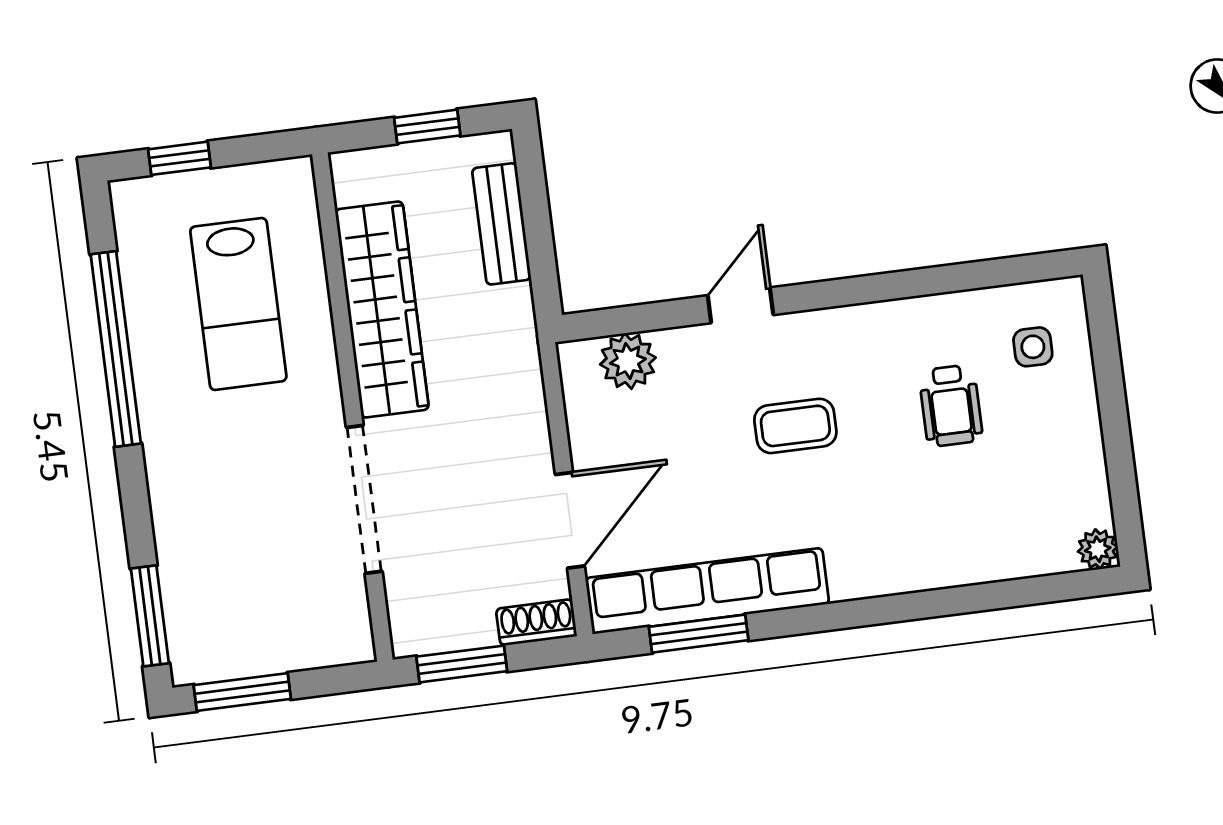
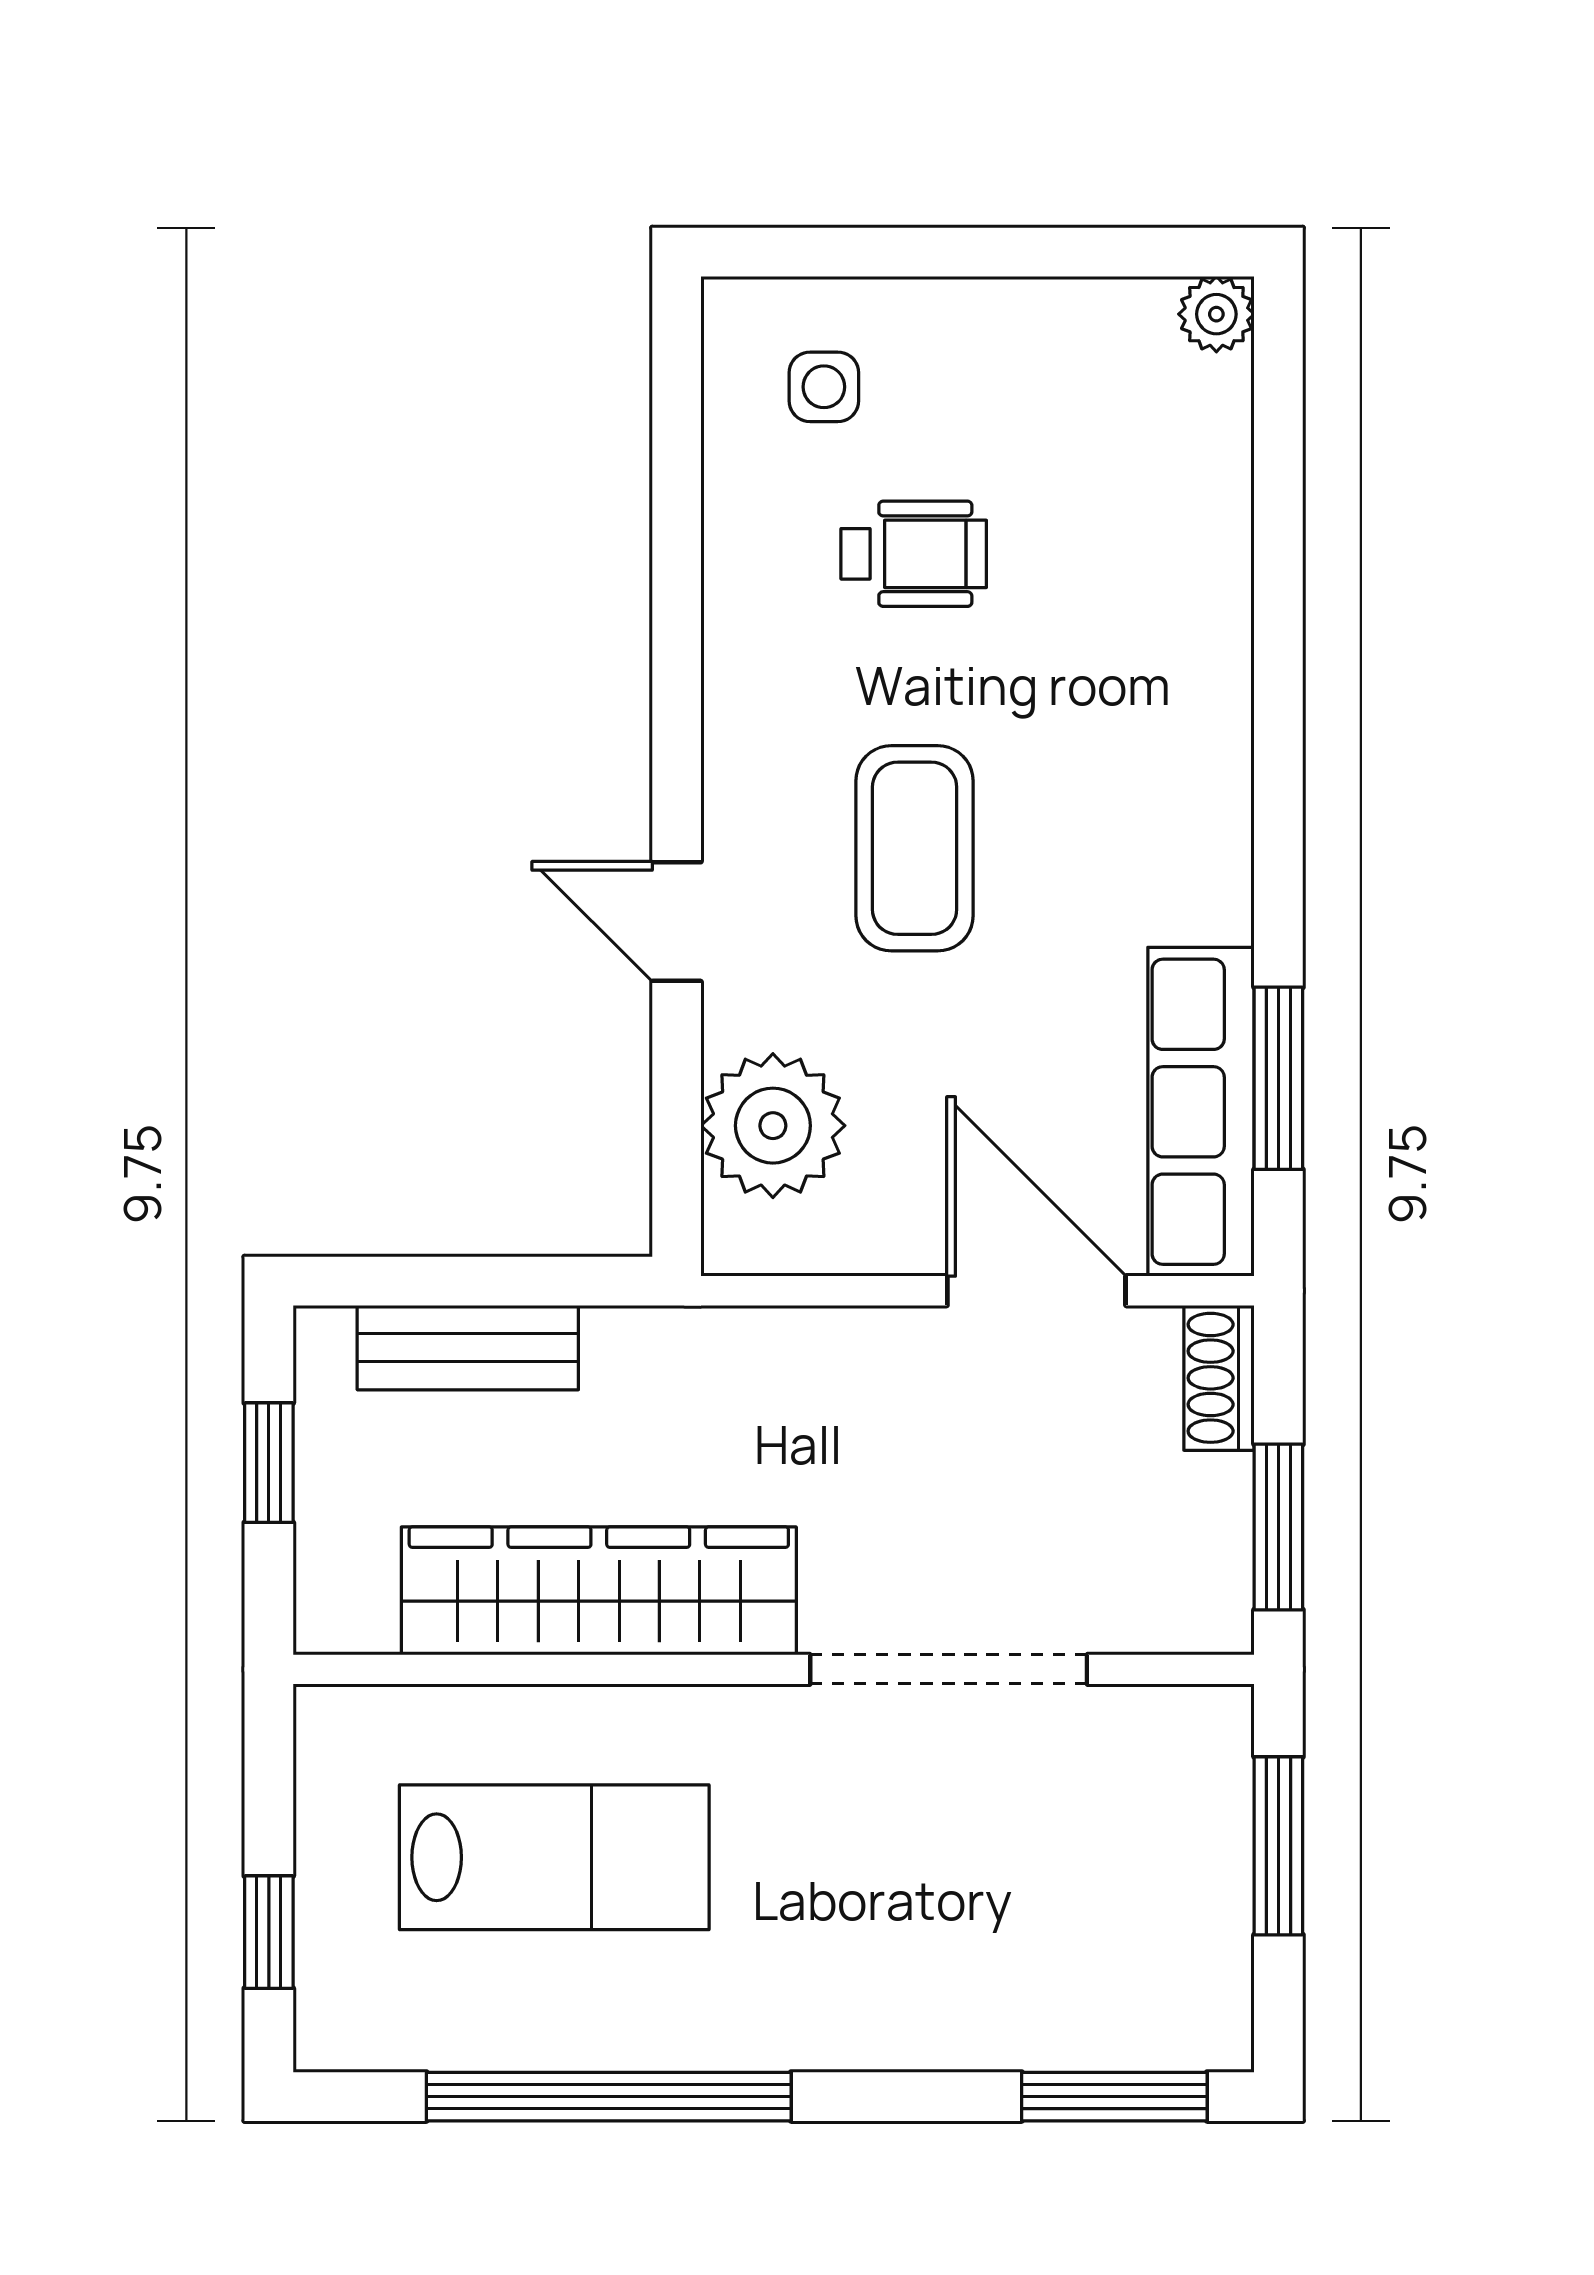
plant: (628, 361) -> (773, 1126), width x1.36, depth x1.36
coffee table: (795, 426) -> (915, 848), width x1.36, depth x1.30
row of seats: (707, 591) -> (1201, 1112), width x0.73
window: (242, 692) -> (1278, 1846), moved

